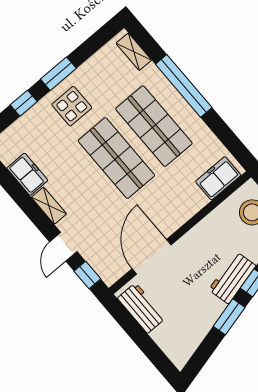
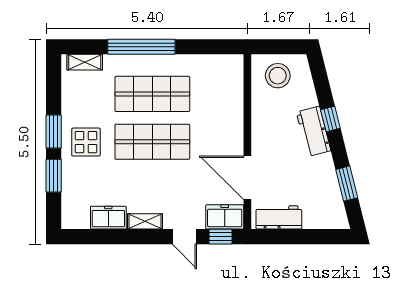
window: (24, 103) -> (54, 176), width x1.50
freezer: (218, 178) -> (225, 217), moved, turned 90
window: (229, 317) -> (347, 184), moved

